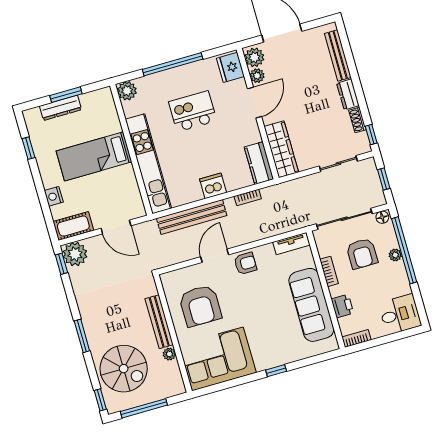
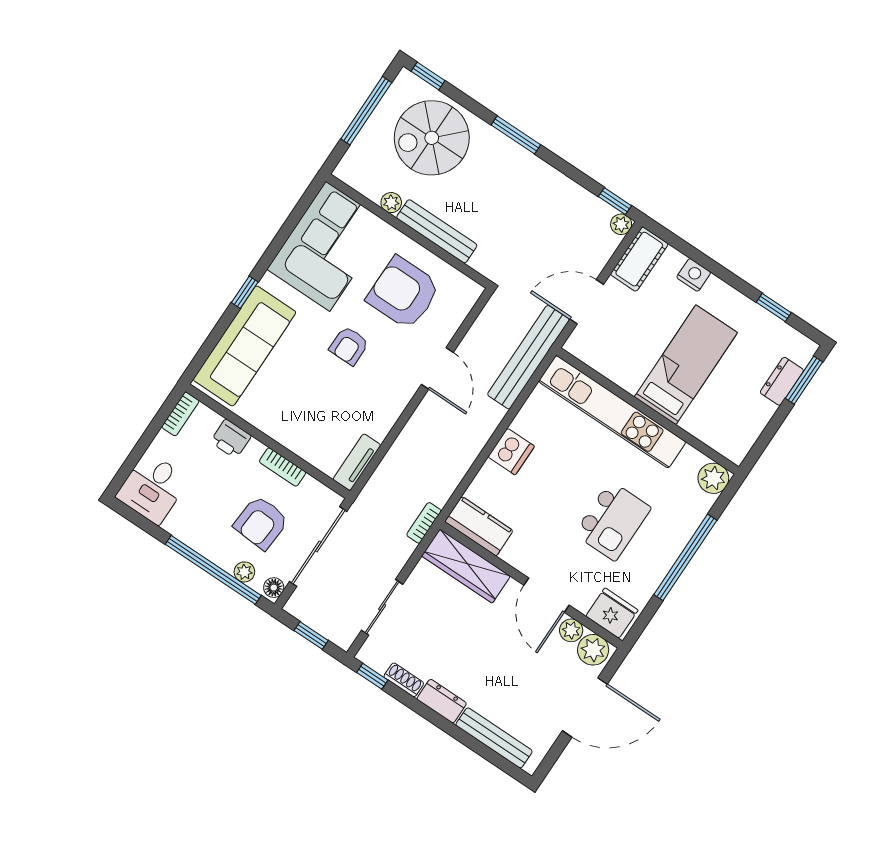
window: (66, 95) -> (804, 380), moved
dresser: (60, 108) -> (782, 381), width x0.70
bookcase: (248, 197) -> (424, 523), moved
bench: (192, 217) -> (528, 357), moved
armchair: (362, 253) -> (261, 523), turned -86
plant: (75, 254) -> (621, 224), width x0.53, depth x0.53
plant: (395, 255) -> (244, 572), moved
armchair: (245, 263) -> (349, 346), moved
sofa: (311, 305) -> (245, 346), moved, turned 90

